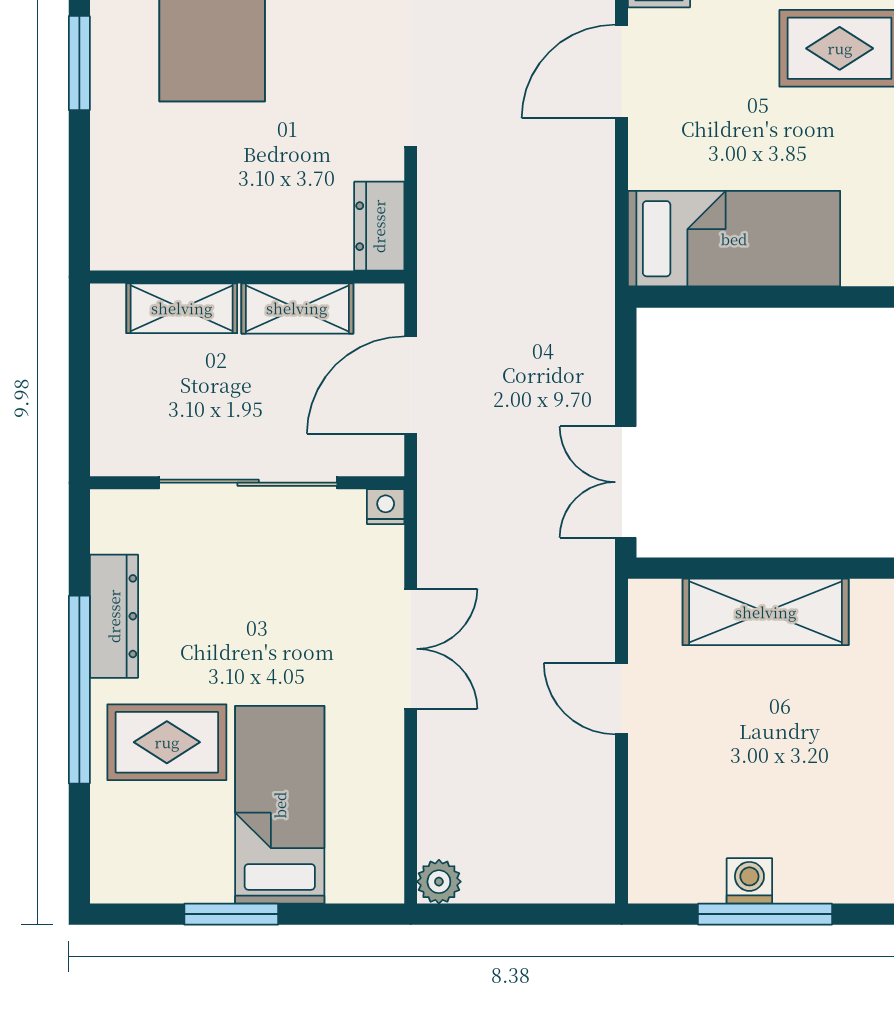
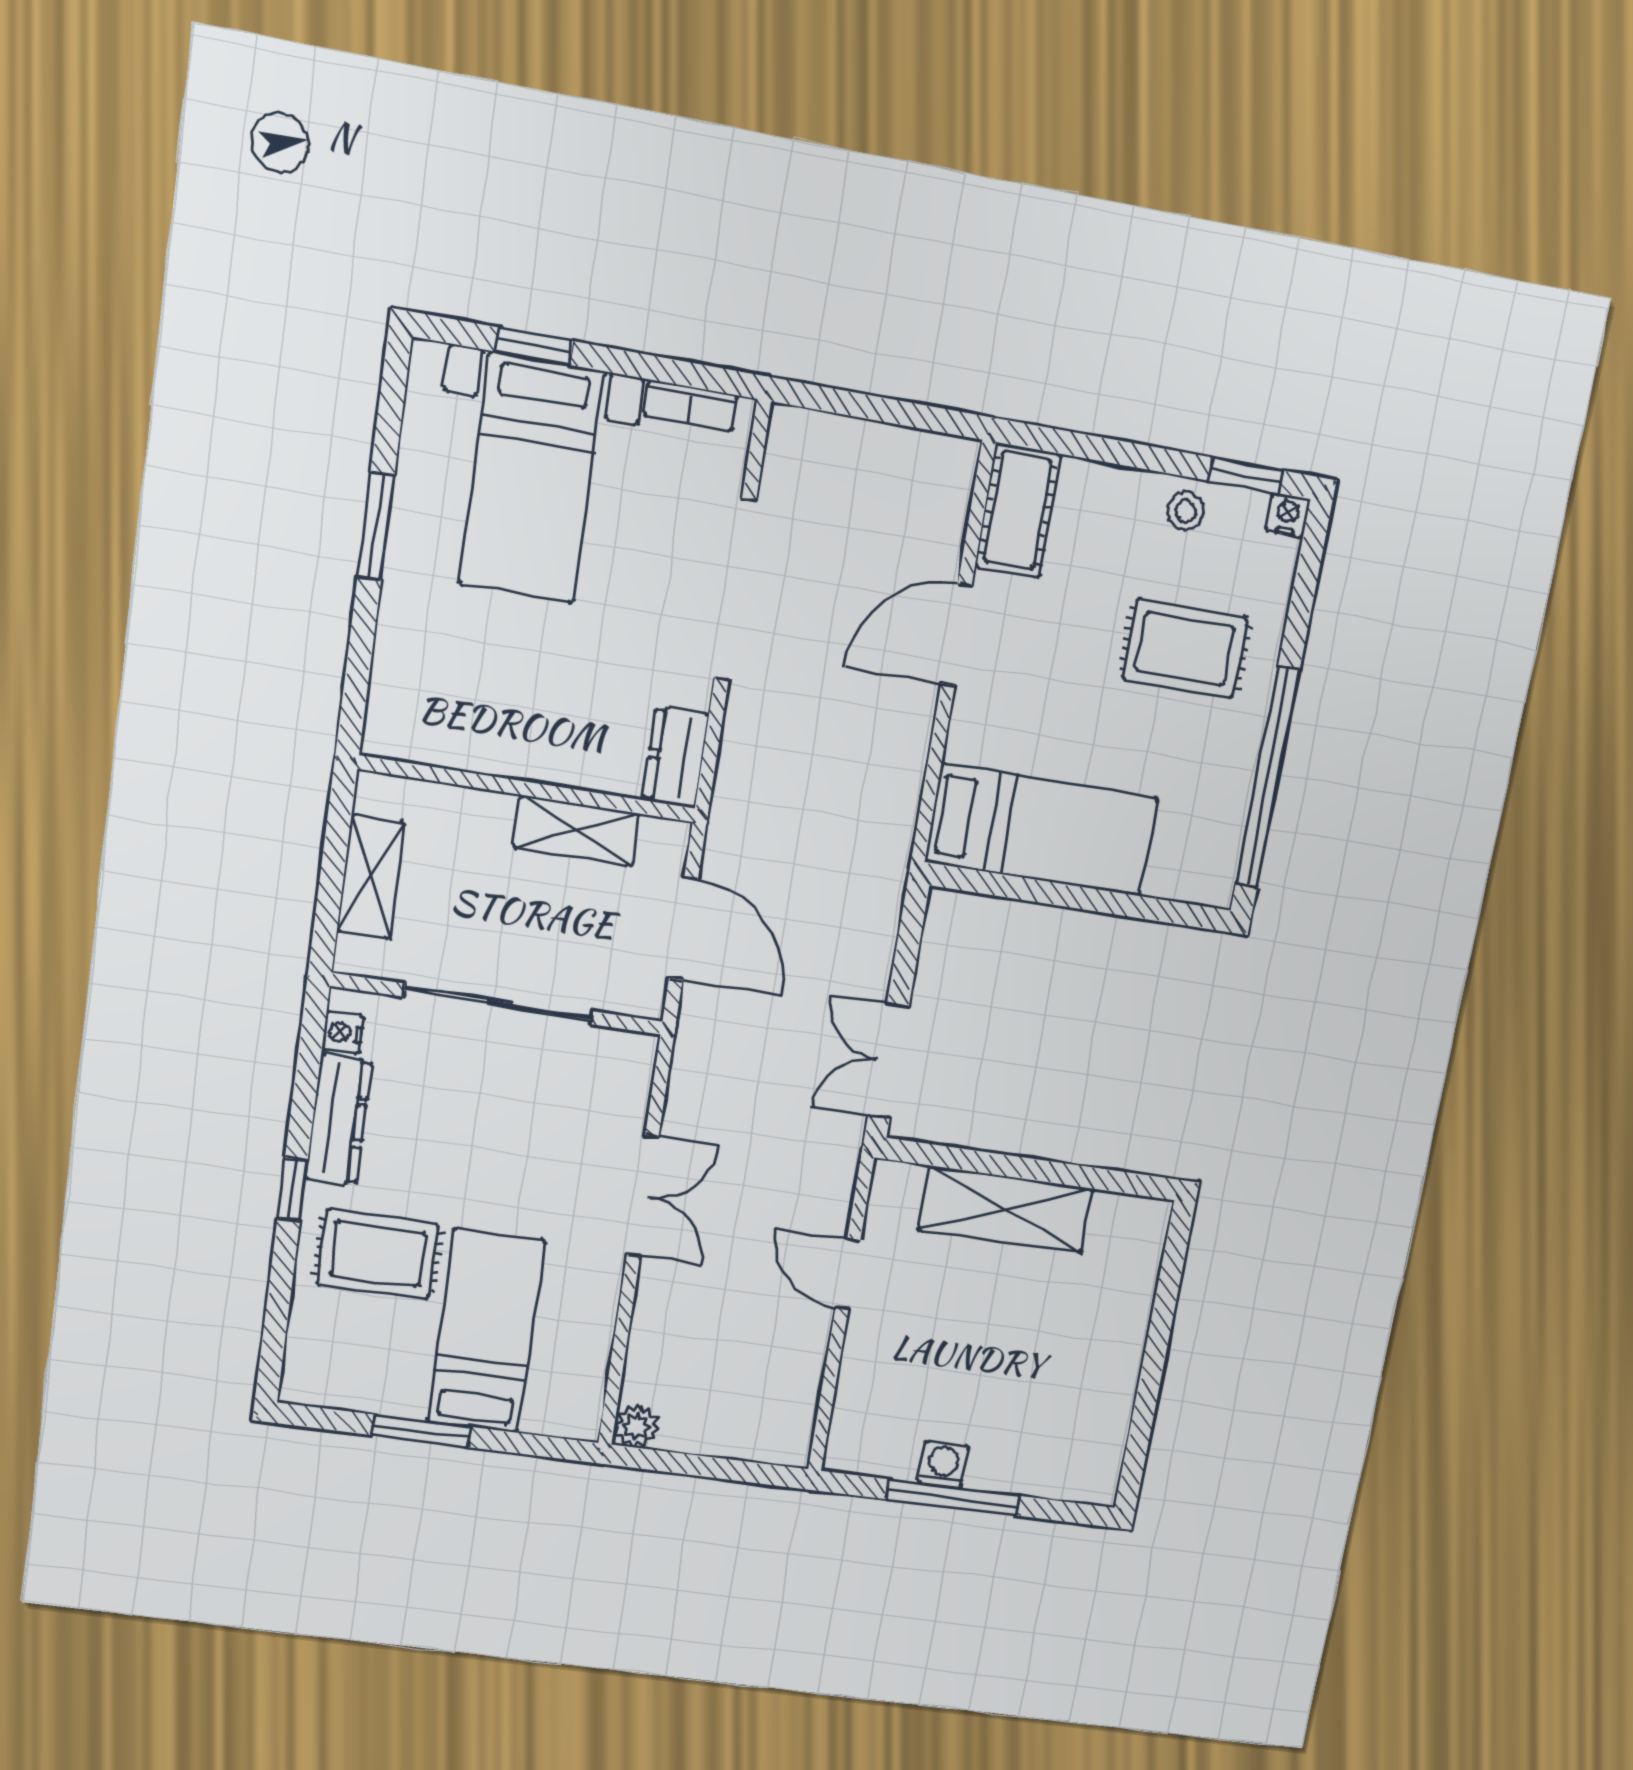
shelving: (182, 308) -> (371, 877), moved, turned 90
door: (411, 385) -> (683, 929), swing flipped
nightstand: (386, 507) -> (343, 1033), moved, turned -90
window: (79, 690) -> (293, 1189), width x0.32

